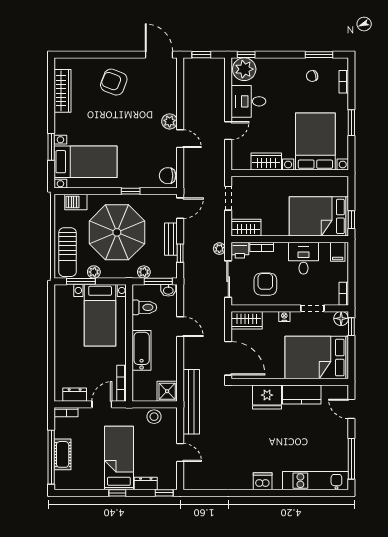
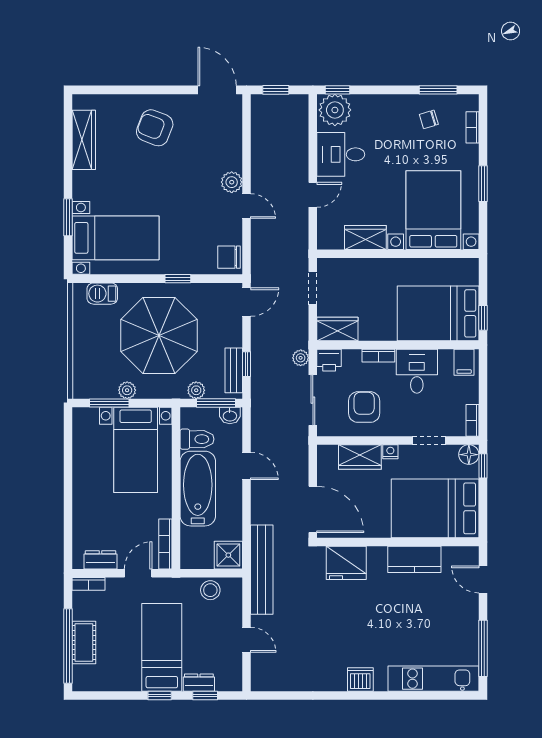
bench: (171, 239) -> (234, 370), moved
bookcase: (262, 247) -> (378, 356), moved
sun lounger: (67, 252) -> (91, 363), removed
wardrobe: (247, 320) -> (360, 457), moved
bathtub: (142, 350) -> (198, 489), width x1.36, depth x1.36
fridge: (267, 397) -> (346, 563), moved
window: (164, 493) -> (205, 696), moved

